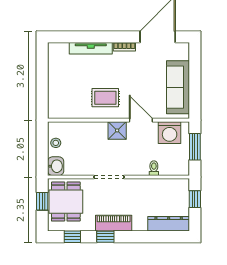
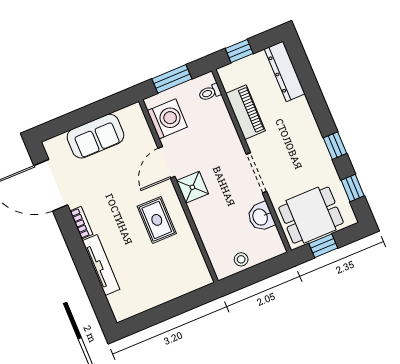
sofa: (178, 87) -> (95, 136), width x0.73
washbasin: (56, 166) -> (261, 217), moved, turned -90
toilet: (154, 168) -> (210, 92), moved
piano: (114, 223) -> (245, 112), moved, turned 180

